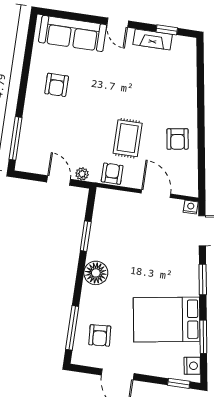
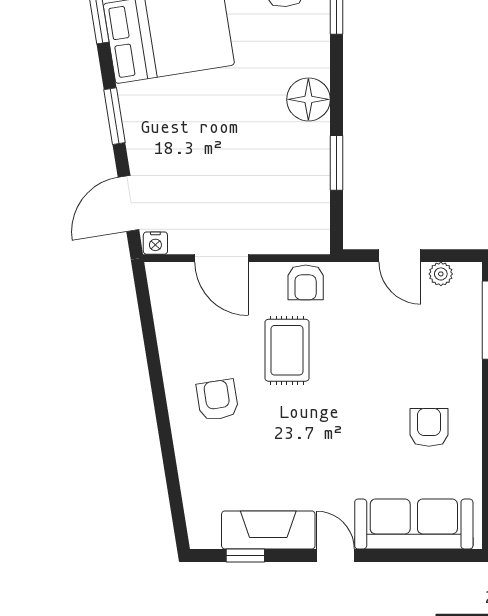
fireplace: (153, 39) -> (268, 530), width x1.37, depth x1.32
armchair: (178, 139) -> (217, 400), moved
plant: (82, 174) -> (441, 274), moved

